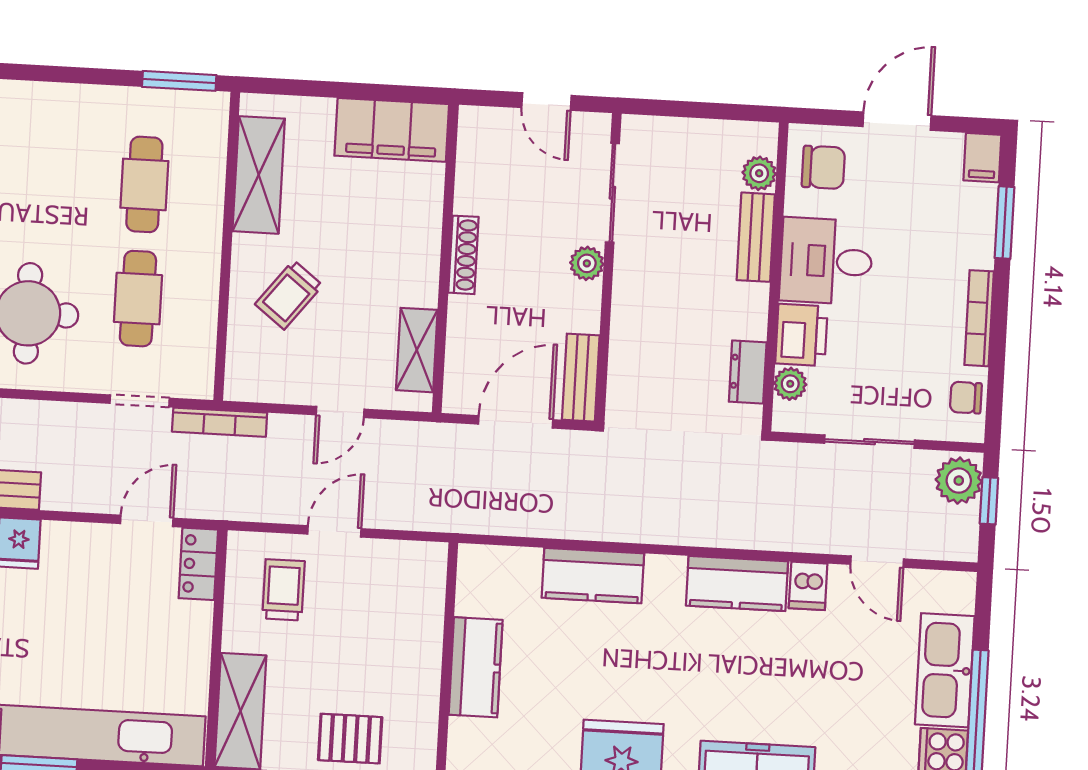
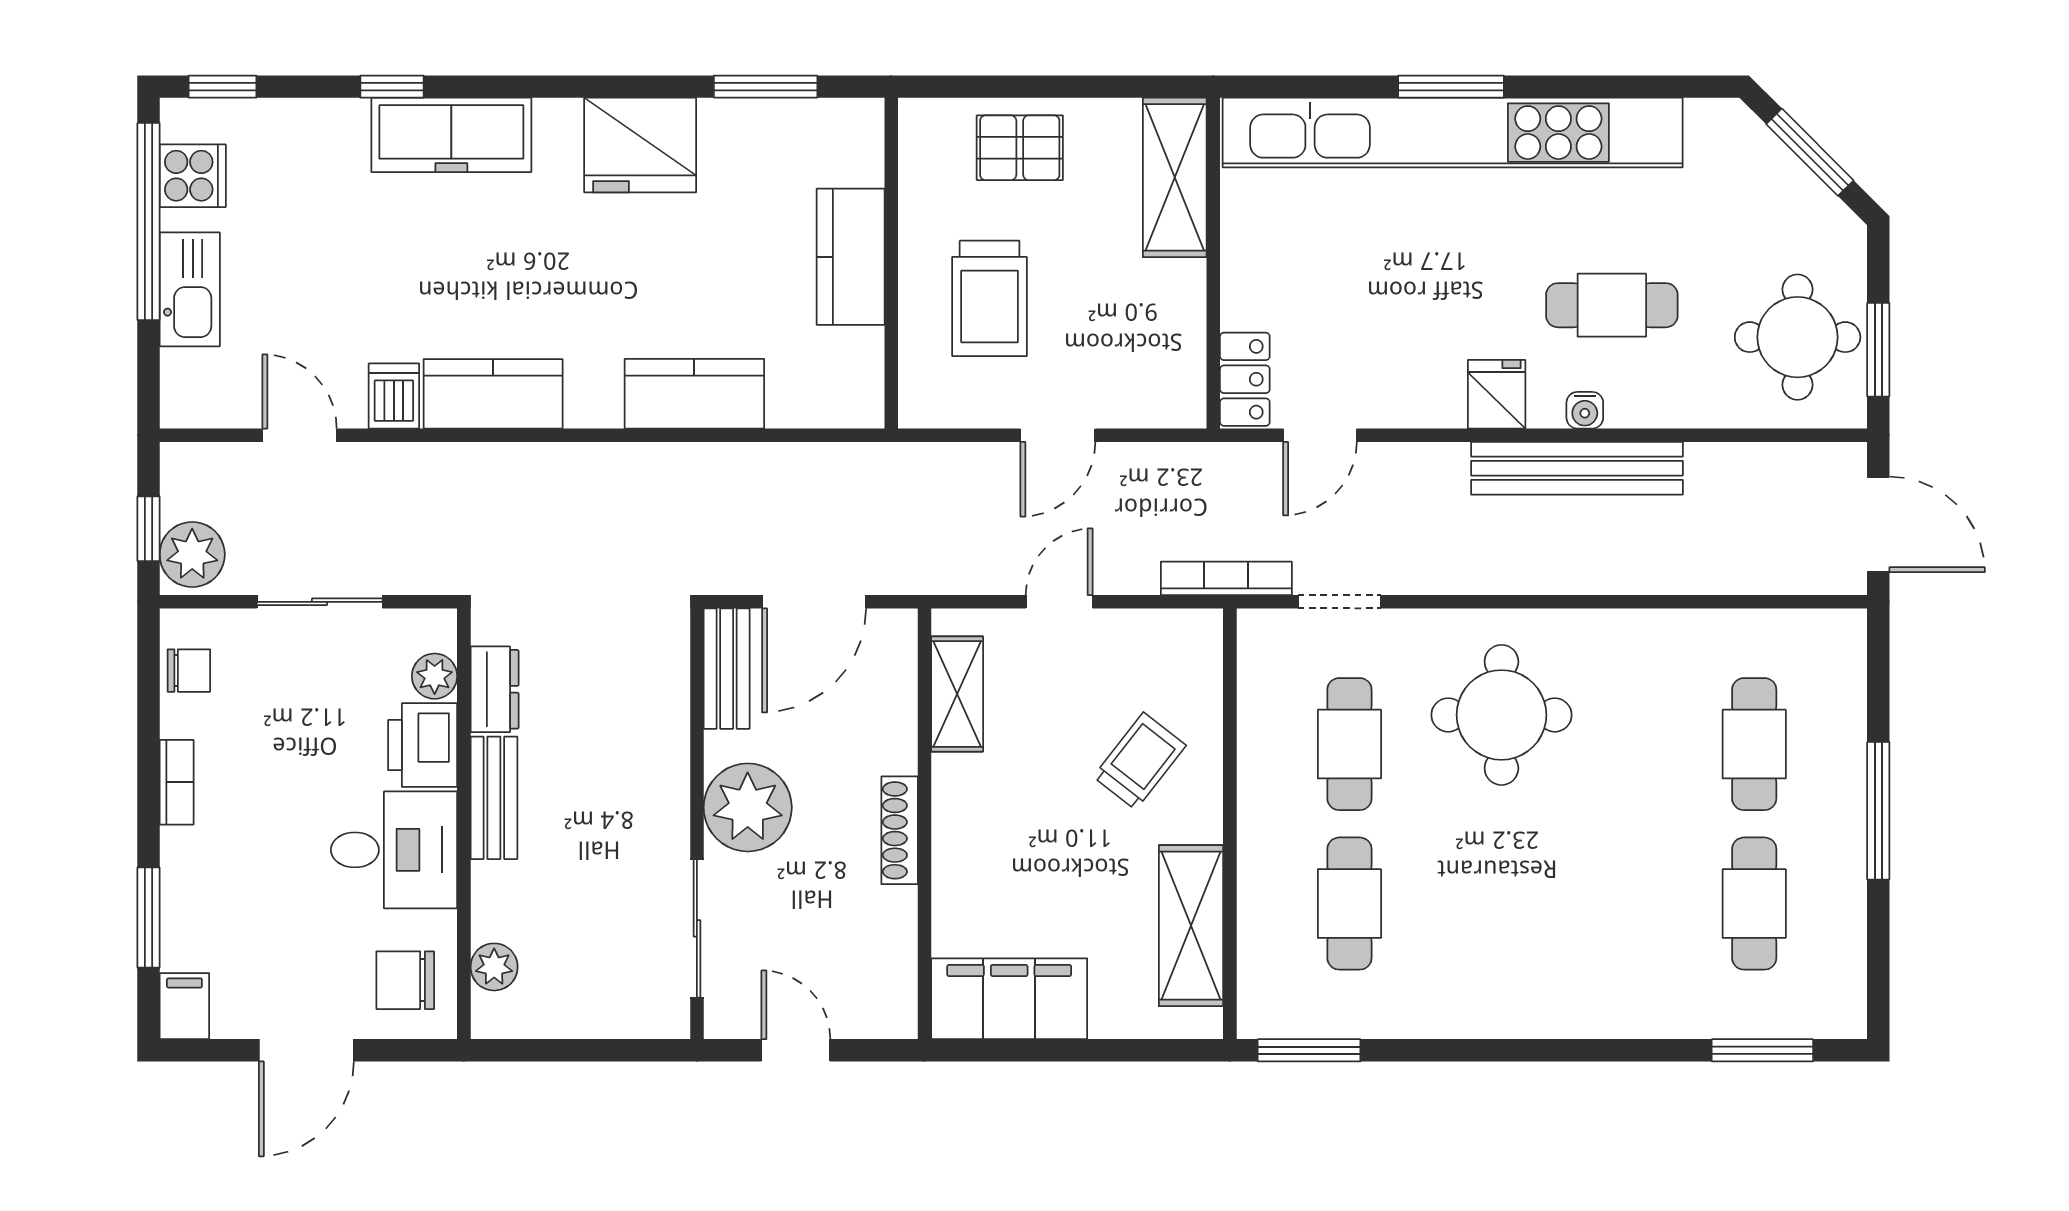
bench: (756, 237) -> (494, 798), moved
plant: (587, 263) -> (748, 807), width x1.88, depth x1.88
bookcase: (979, 318) -> (177, 782), width x0.64
trolley: (283, 590) -> (990, 298), moved, width x1.36, depth x1.39
kitchen sink: (945, 670) -> (190, 289), width x0.73, depth x0.81

